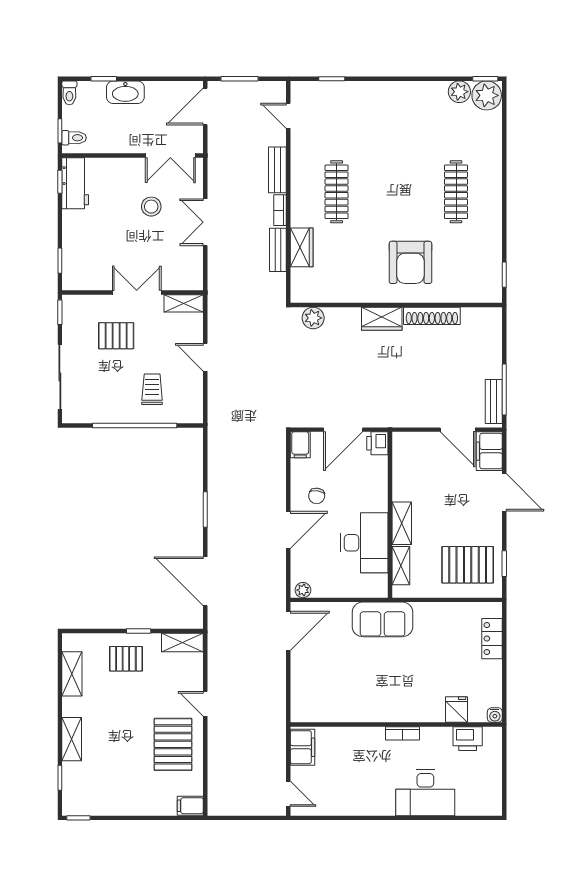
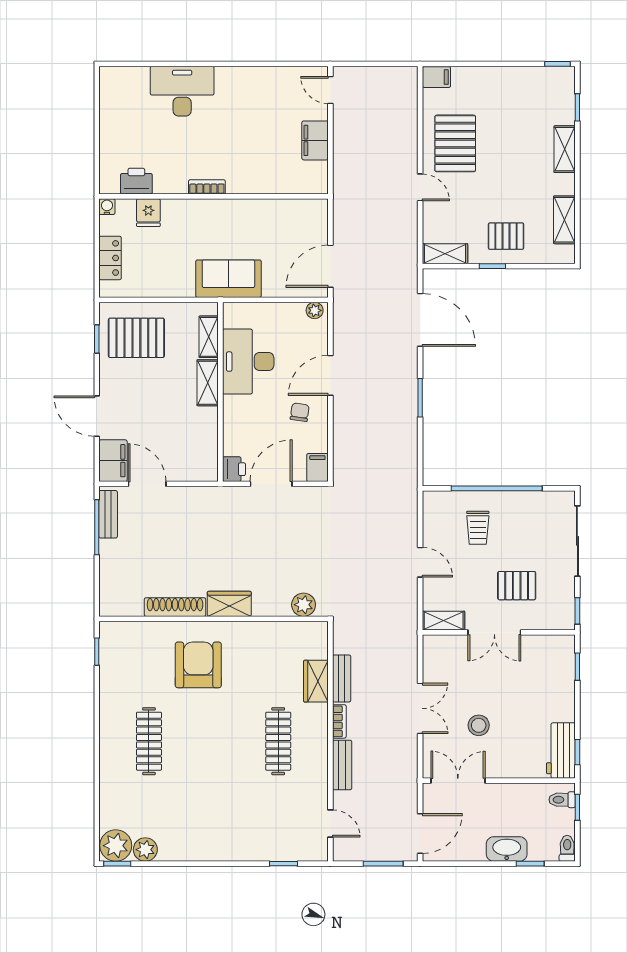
fridge: (457, 709) -> (148, 213), moved
water cooler: (495, 715) -> (107, 207), moved
wall: (396, 724) -> (214, 196), moved
bookcase: (402, 733) -> (207, 187), moved
printer: (468, 739) -> (136, 181), moved

